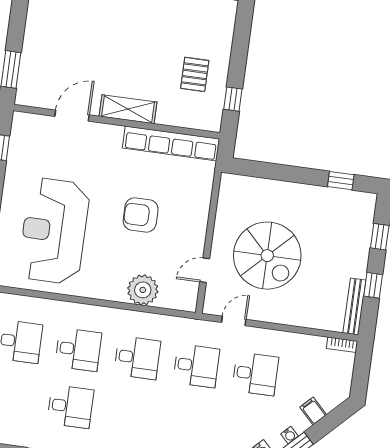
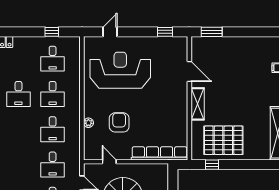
pallet: (195, 74) -> (223, 140), width x2.05, depth x2.00
row of seats: (171, 143) -> (160, 153), moved, turned 90
armchair: (141, 215) -> (119, 122), moved
plant: (143, 290) -> (88, 123), width x0.53, depth x0.53

